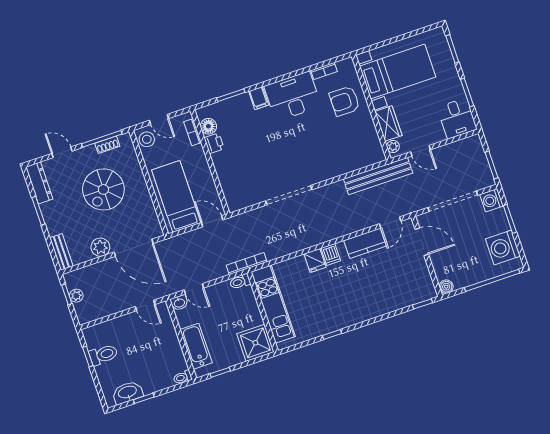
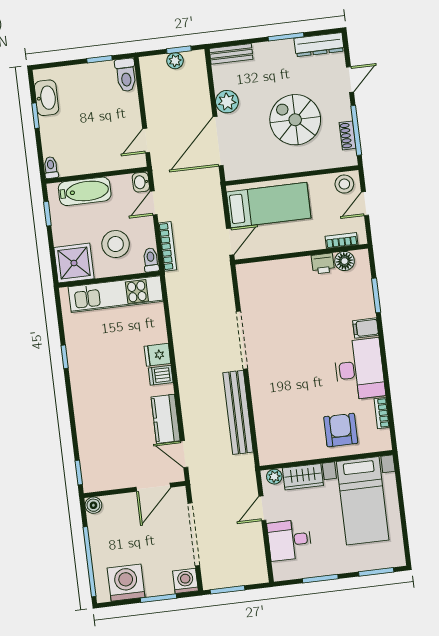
desk: (457, 118) -> (290, 540), moved
bench: (378, 176) -> (238, 412), moved
bookcase: (247, 264) -> (168, 246), moved
stool: (233, 313) -> (116, 244), added
toilet: (103, 355) -> (126, 75), moved

